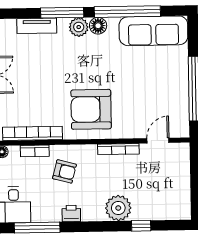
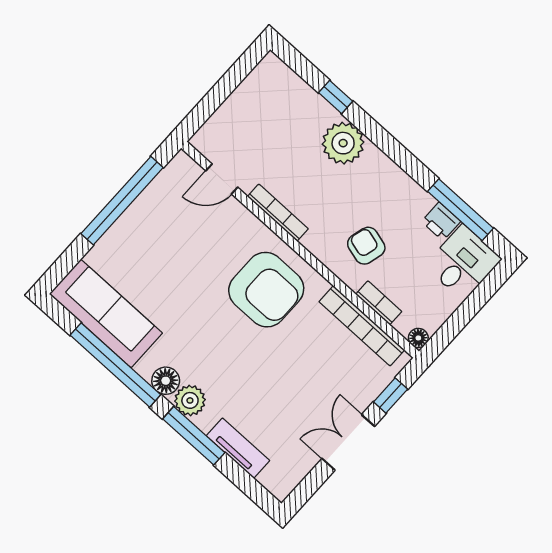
printer: (71, 213) -> (441, 221), moved

